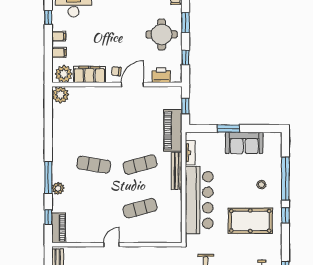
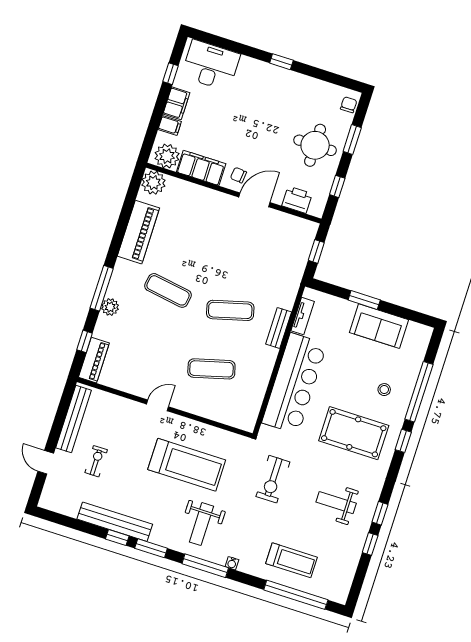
filing cabinet: (59, 36) -> (176, 103), width x2.00
piano: (173, 130) -> (138, 232), moved, turned 180
bench: (177, 171) -> (279, 328), width x0.73

